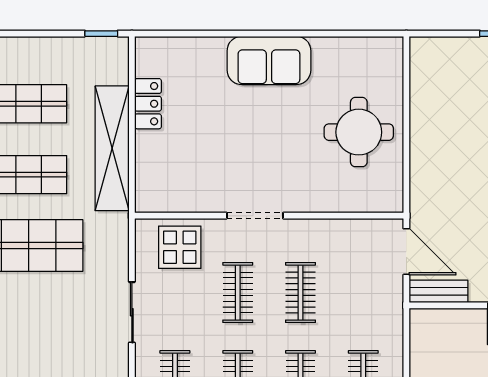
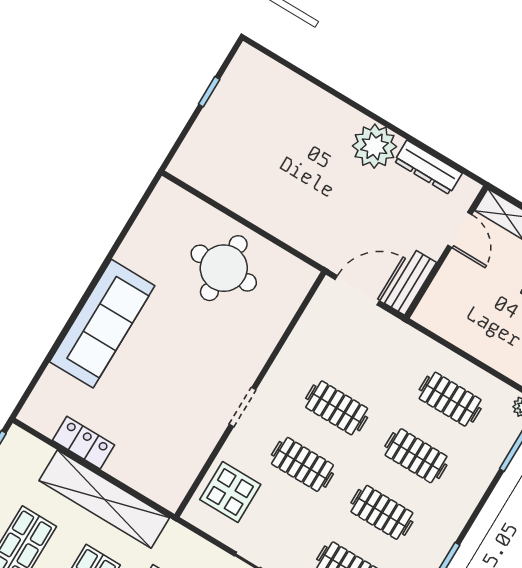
sofa: (269, 60) -> (102, 324), width x1.36
doorway: (255, 216) -> (243, 407), width x0.73

